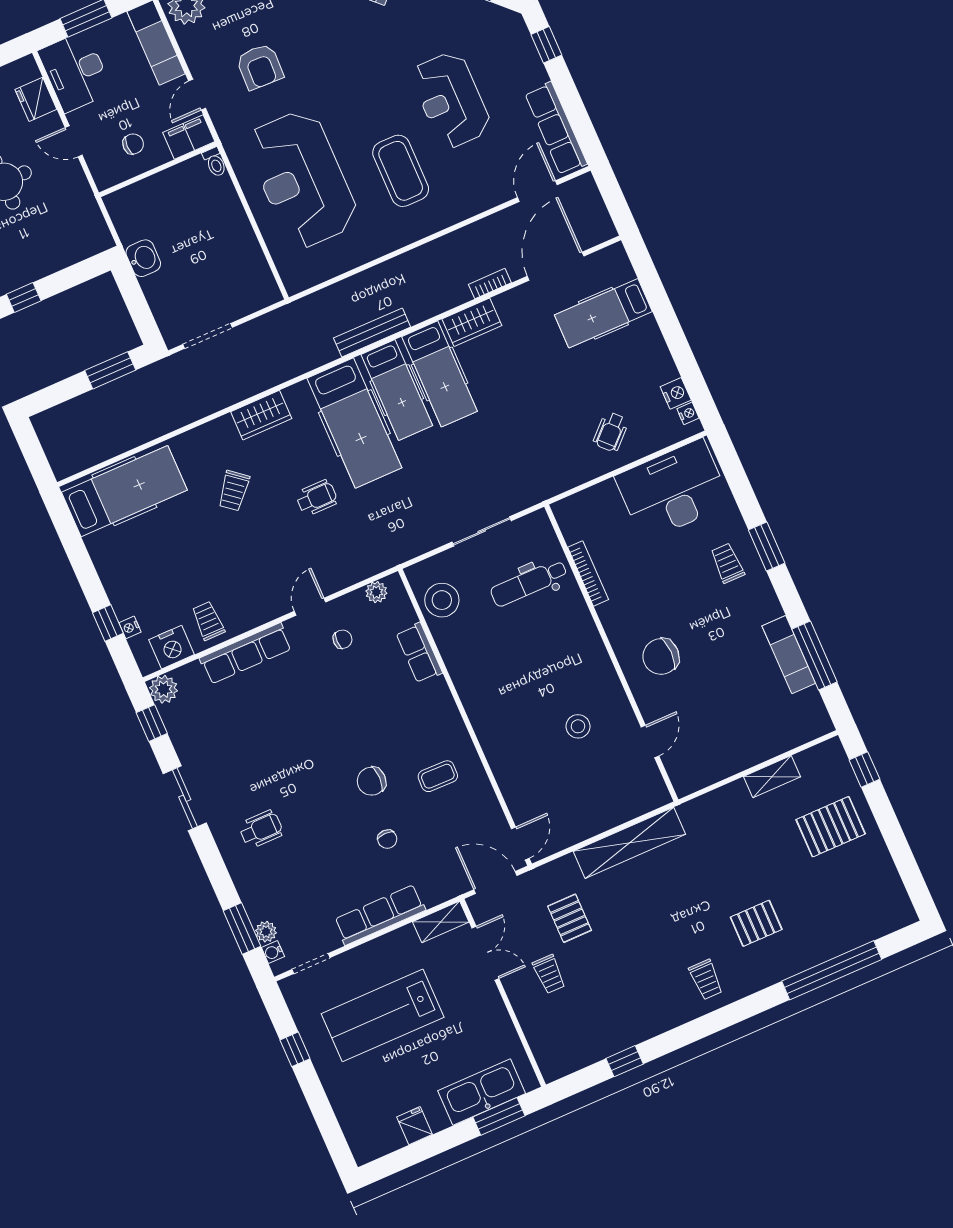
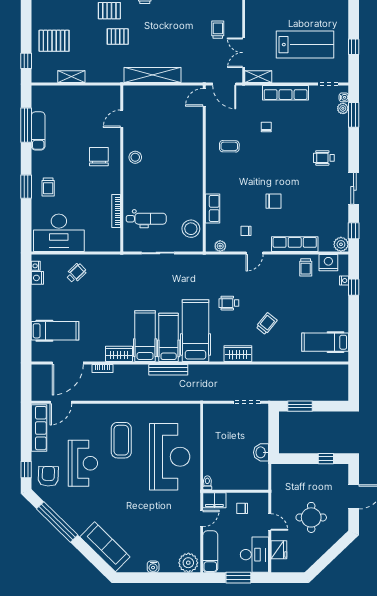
armchair: (260, 67) -> (48, 476), moved
hospital bed: (124, 491) -> (325, 342), width x0.73, depth x0.78
chair: (661, 656) -> (99, 157), turned -90
stool: (578, 726) -> (135, 157), moved
chair: (372, 781) -> (273, 201), moved
pallet: (570, 918) -> (118, 37), moved, turned 90

